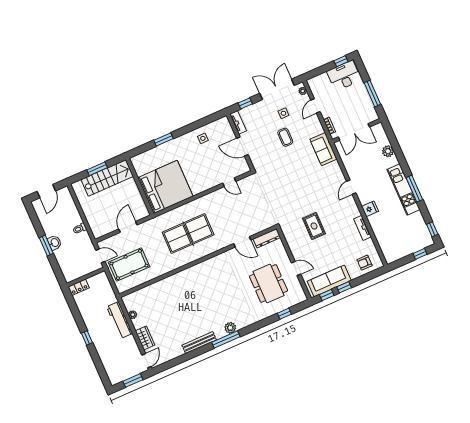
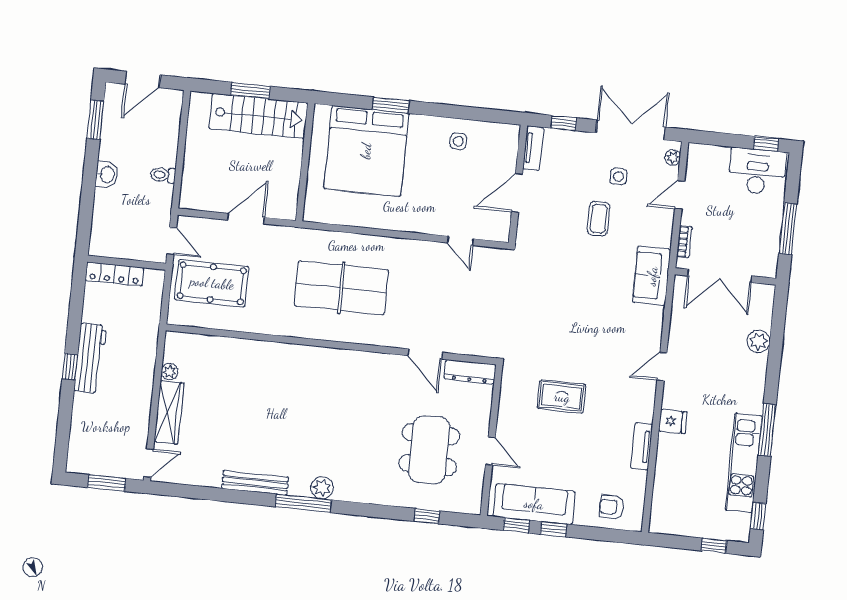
door: (242, 146) -> (517, 193), hinge flipped
bed: (165, 187) -> (366, 151), moved, turned 90
kitchen unit: (403, 189) -> (744, 463), moved
rug: (314, 226) -> (562, 397), turned 90
window: (46, 246) -> (95, 120), moved
locker: (79, 287) -> (115, 274), width x1.53
workbench: (120, 320) -> (90, 358), moved, turned 180
wardrobe: (145, 338) -> (169, 412), width x1.50

